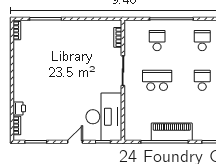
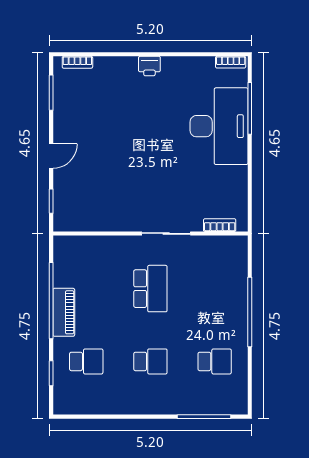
school desk: (157, 41) -> (86, 361), moved
printer: (19, 108) -> (149, 66), moved
desk: (104, 117) -> (219, 126), moved, turned -90
piano: (172, 132) -> (64, 312), width x0.73, depth x0.75
door: (75, 142) -> (51, 156), hinge flipped

